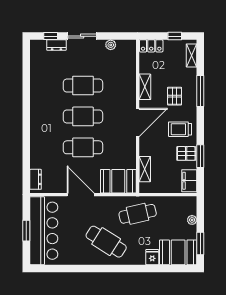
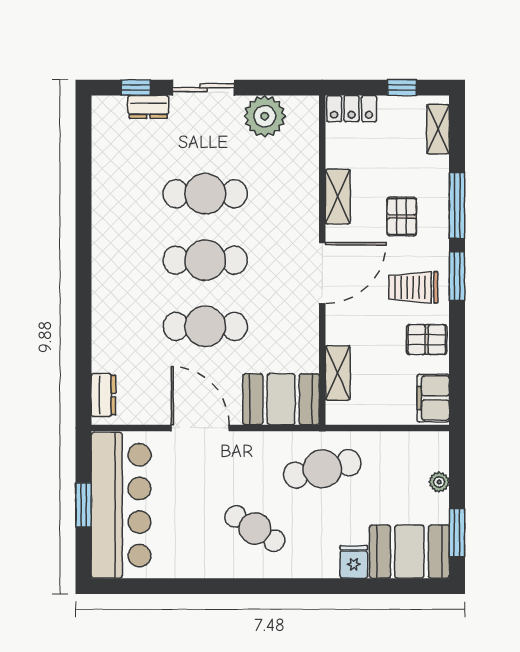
plant: (111, 45) -> (265, 116), width x1.88, depth x1.88
window: (200, 156) -> (457, 276), moved
cafe table: (106, 242) -> (255, 529), width x0.73, depth x0.74

